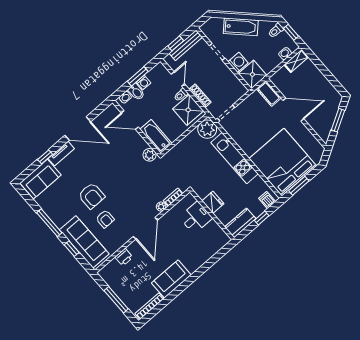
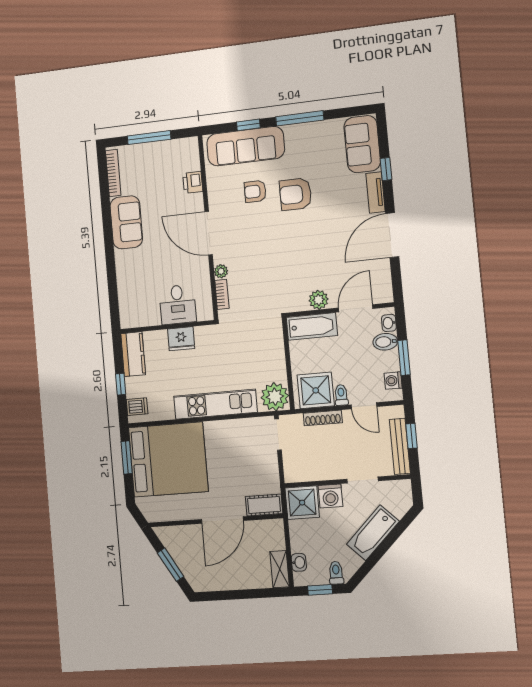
washing machine: (144, 82) -> (393, 381), moved
plant: (150, 155) -> (319, 300), moved

